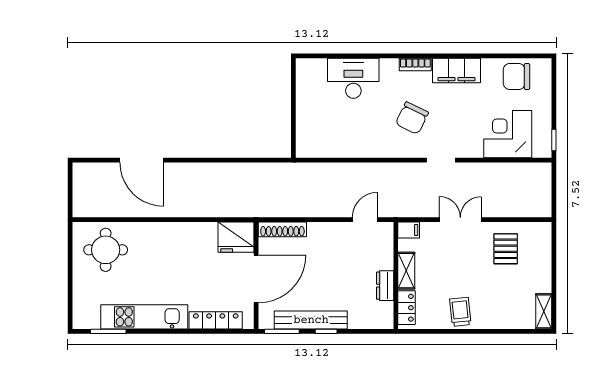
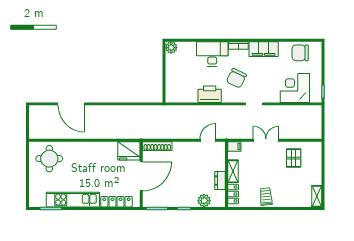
plant: (305, 68) -> (171, 48), added
desk: (353, 78) -> (212, 54), moved
printer: (368, 144) -> (210, 94), added
plant: (359, 318) -> (204, 201), added
bench: (311, 320) -> (175, 202), removed

